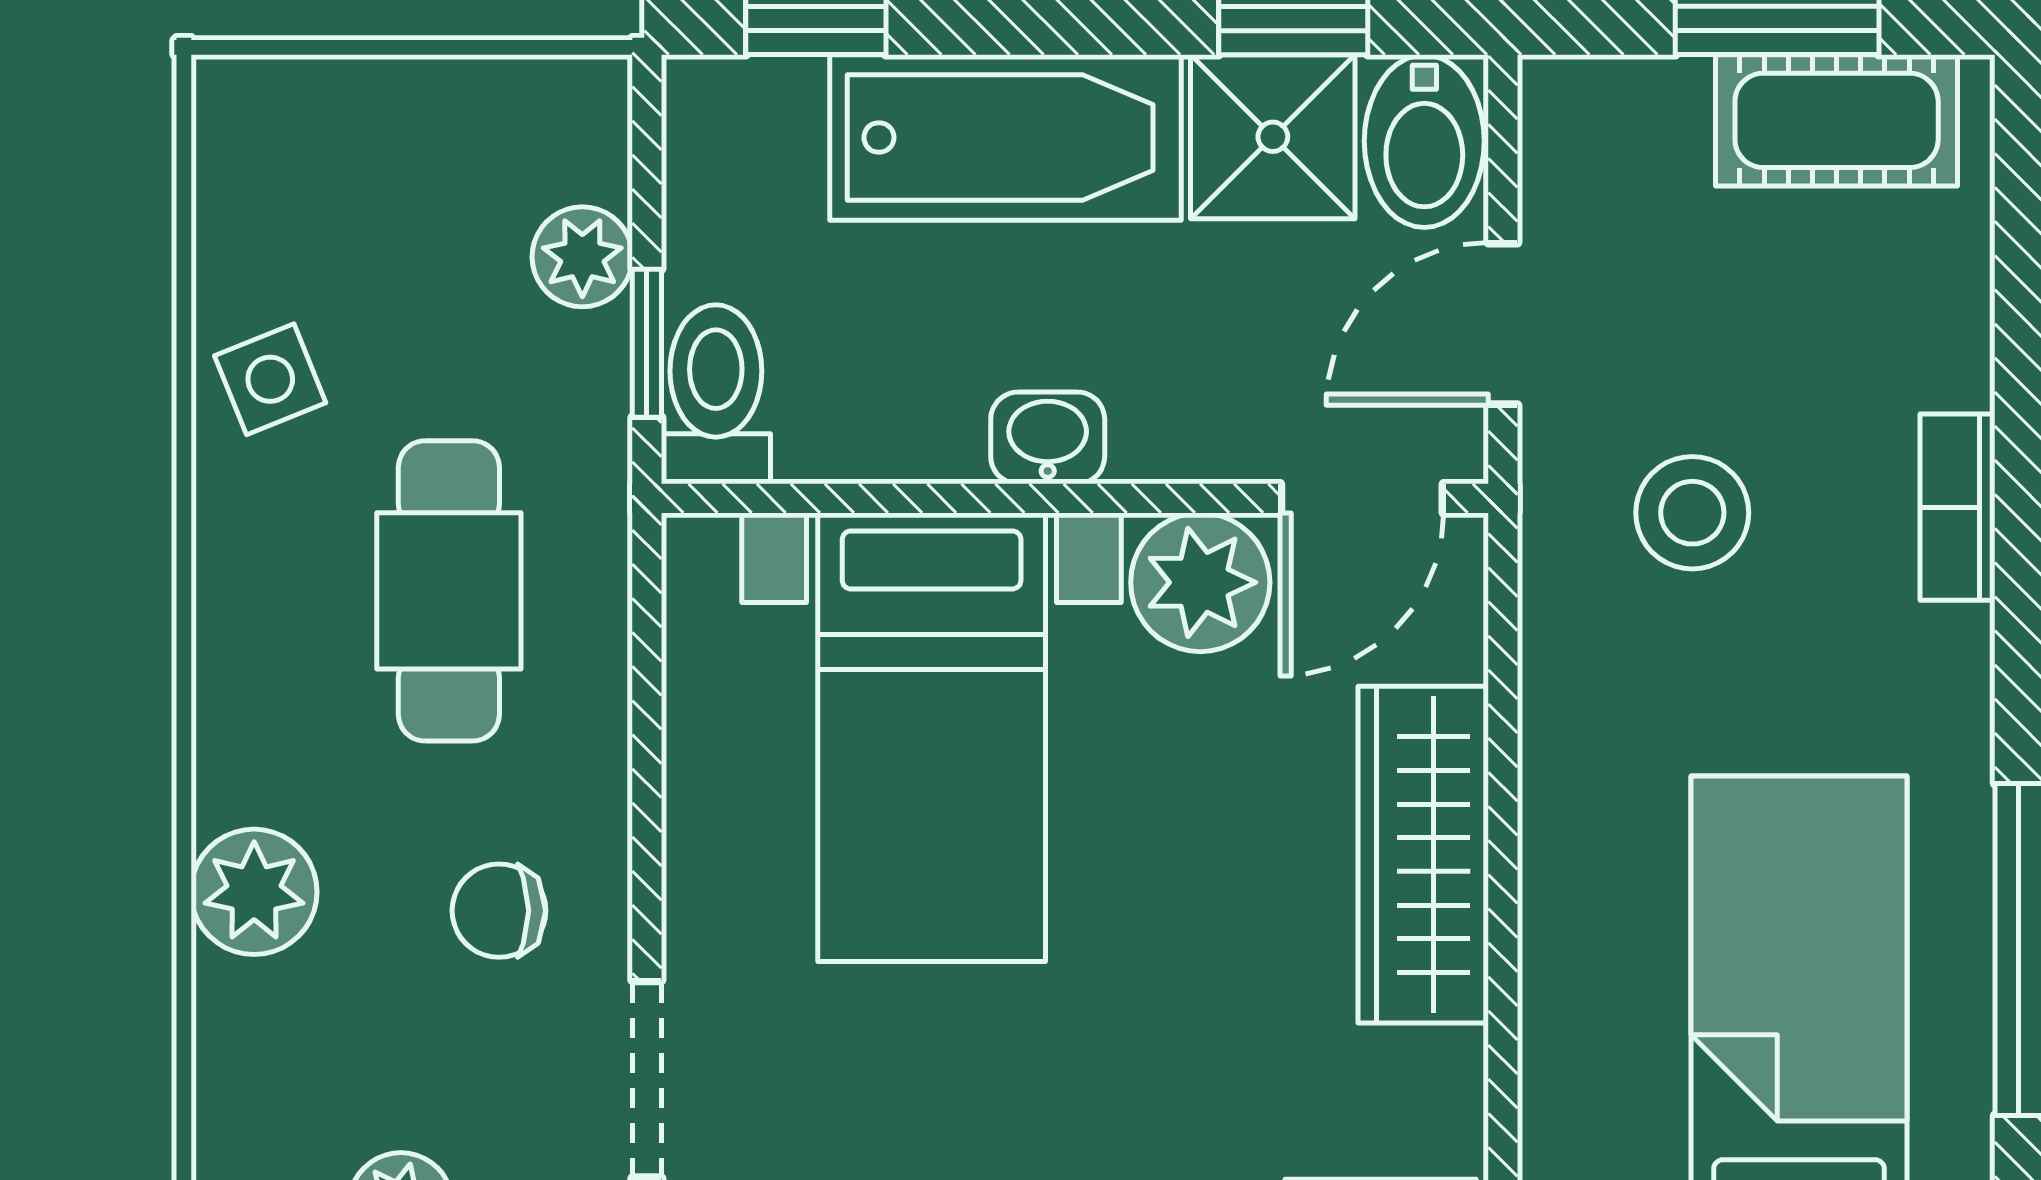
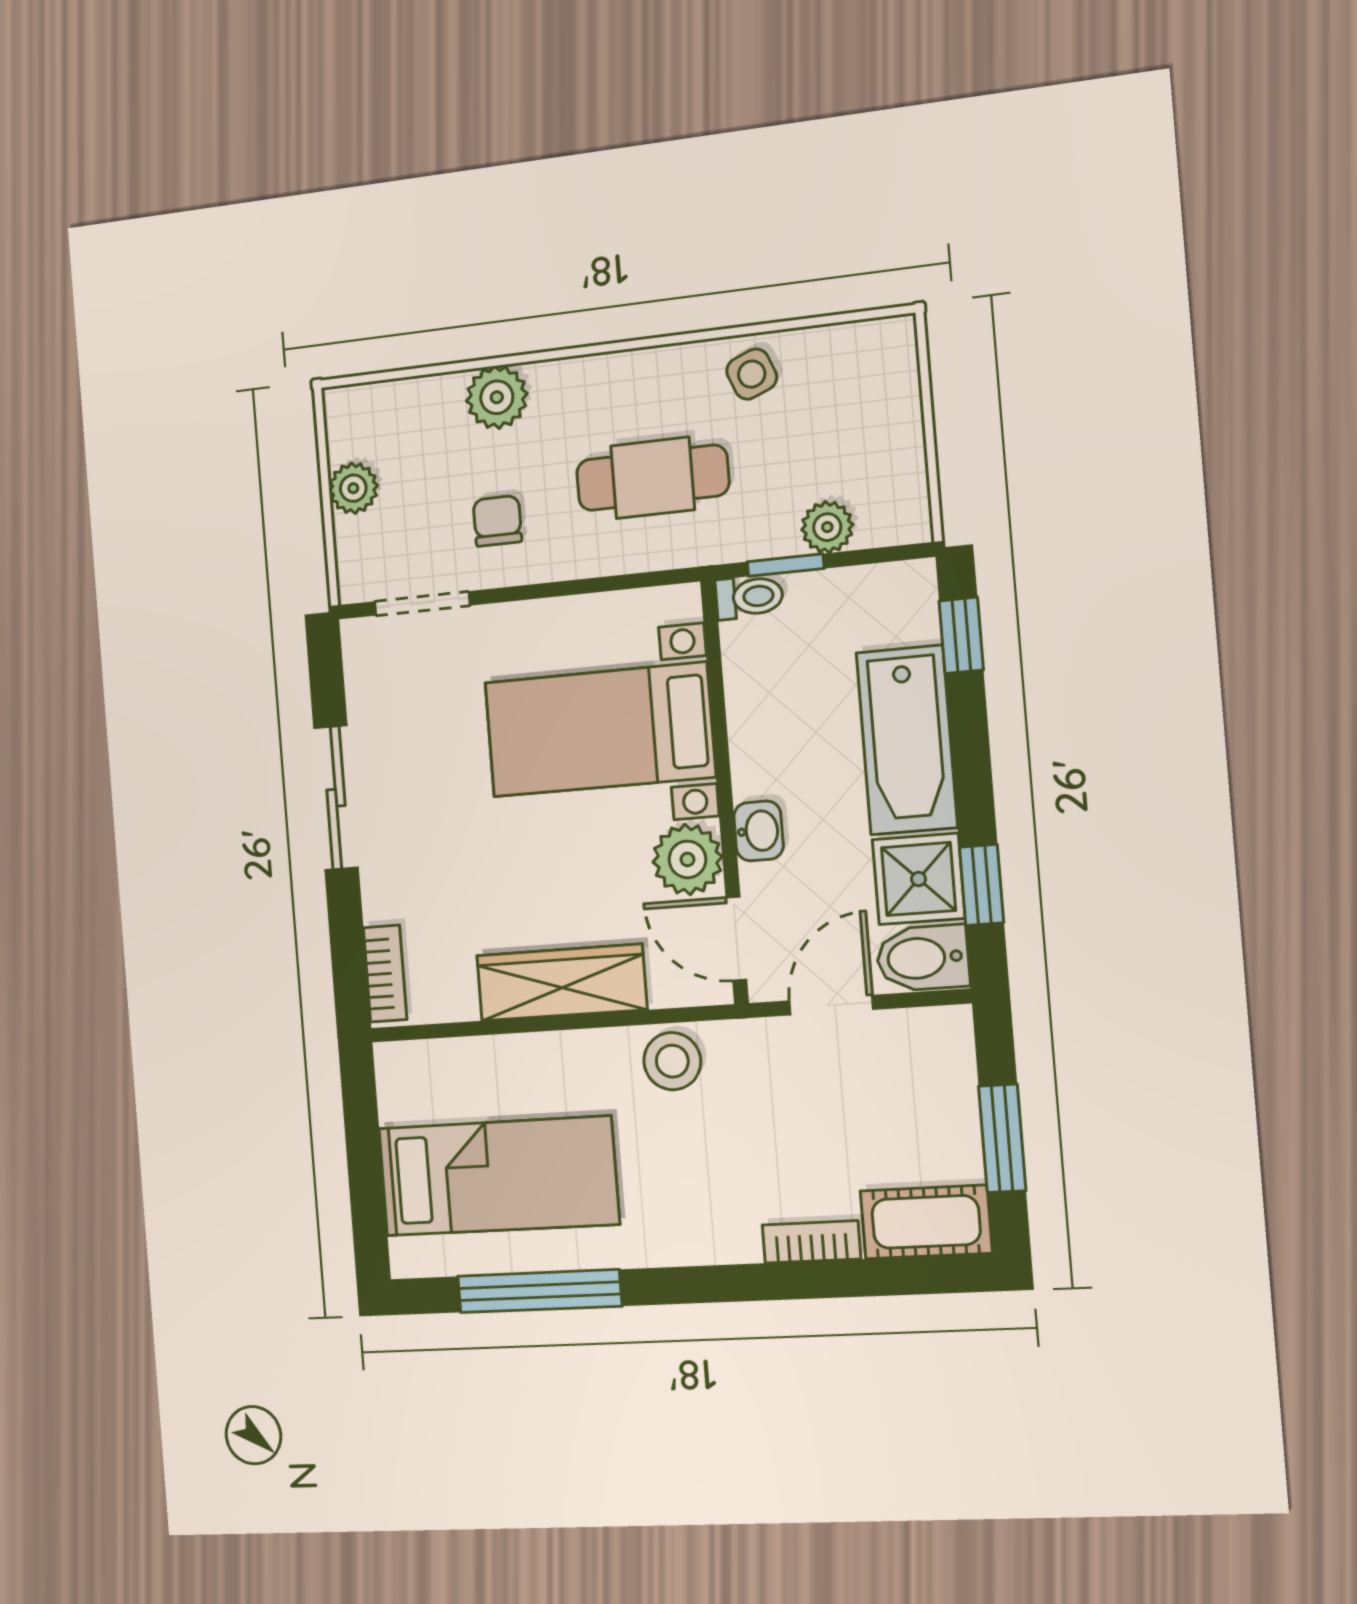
cot: (1837, 120) -> (926, 1222), moved, turned 90
door: (1503, 324) -> (831, 1005), hinge flipped
toilet: (716, 394) -> (749, 597), width x0.73, depth x0.72
washbasin: (1048, 438) -> (759, 831), moved
bookcase: (1958, 507) -> (811, 1242), moved
stool: (1692, 513) -> (672, 1061), moved

